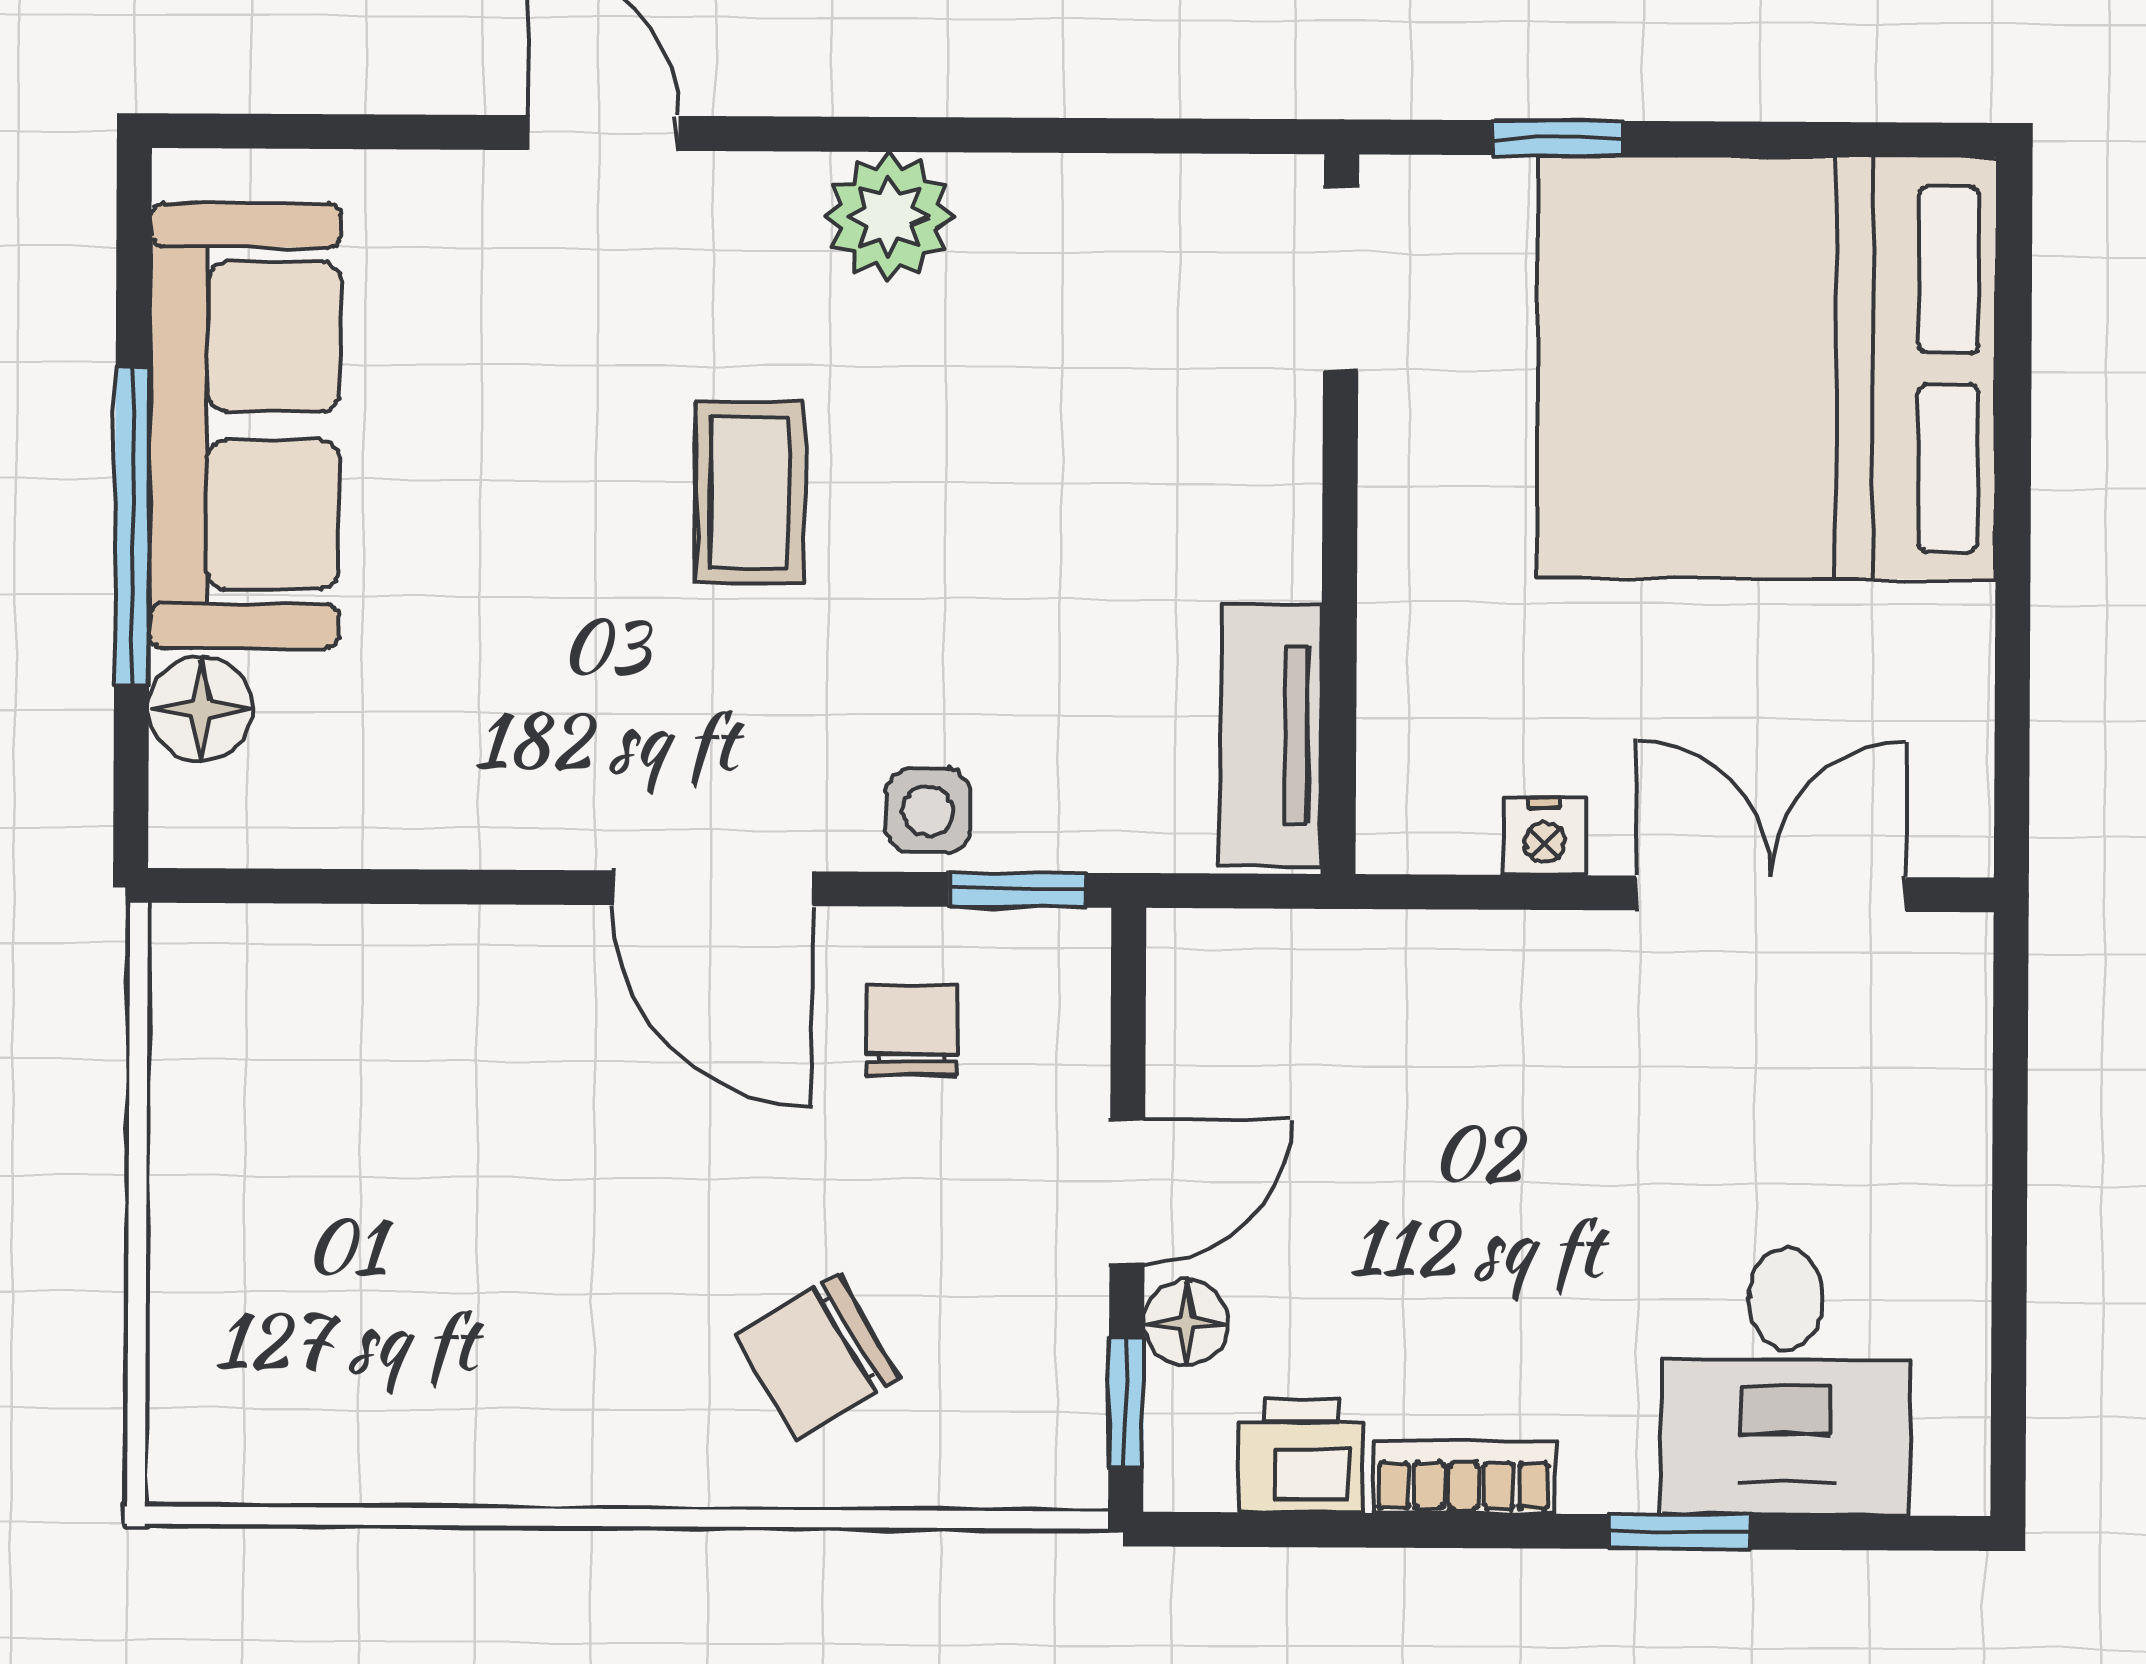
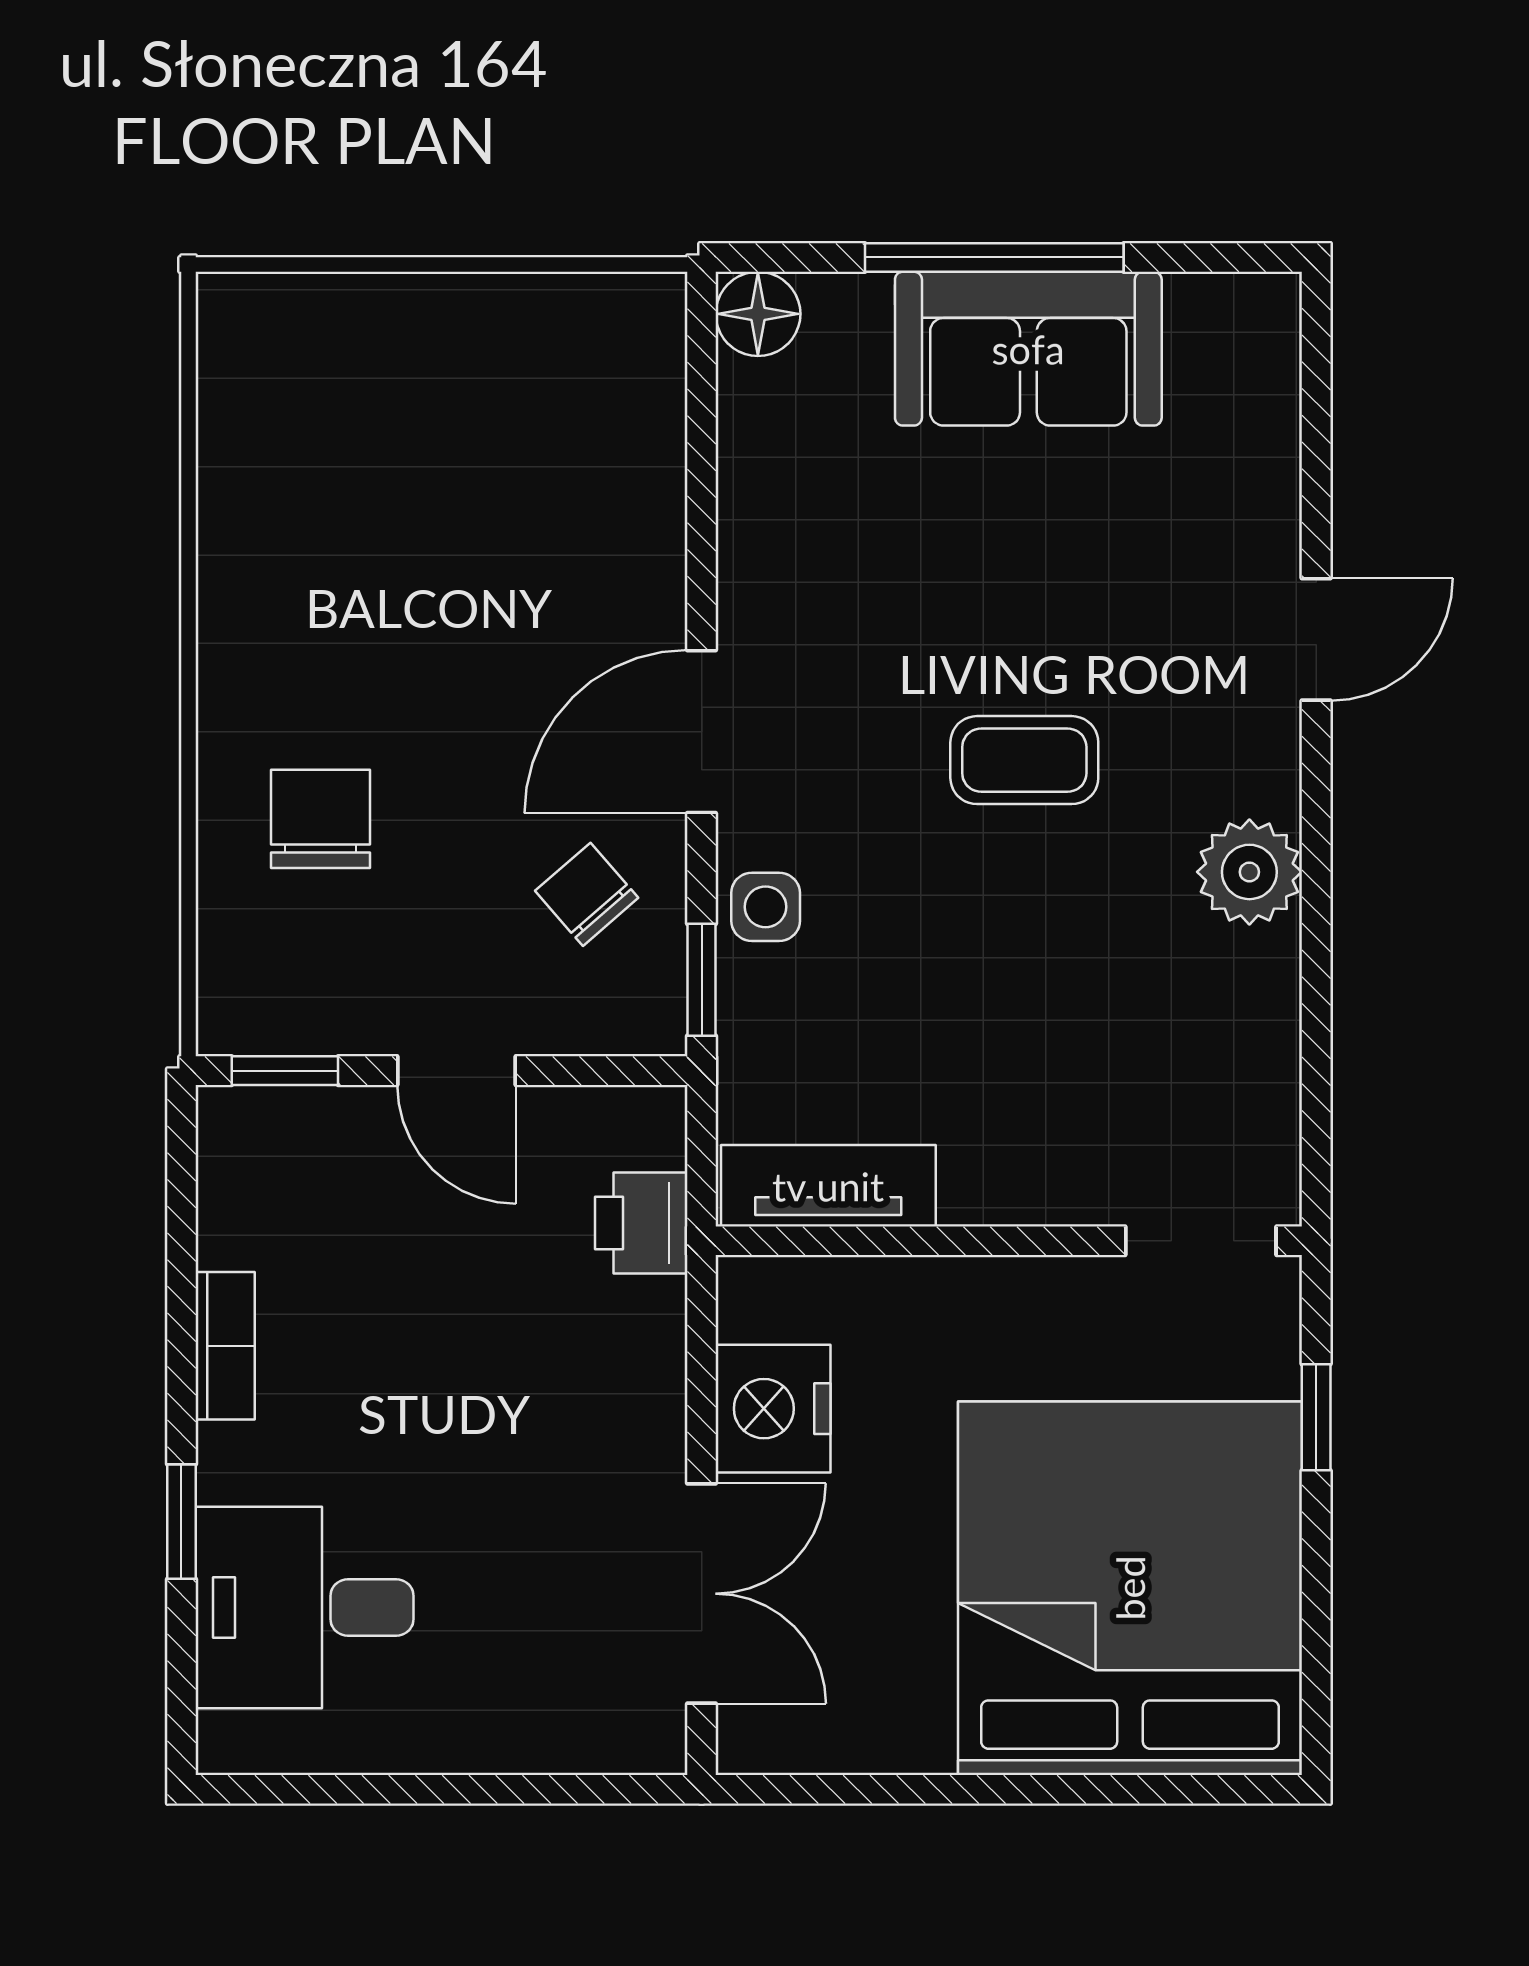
sofa: (245, 425) -> (1028, 349), width x0.73
floor lamp: (201, 709) -> (758, 314), moved
nightstand: (1544, 836) -> (773, 1409), width x1.89, depth x1.79
chair: (912, 1030) -> (587, 894), turned -131
floor lamp: (1186, 1323) -> (350, 1119), removed
chair: (817, 1357) -> (321, 819), turned 31
printer: (1302, 1456) -> (641, 1223), moved, turned 180

